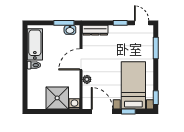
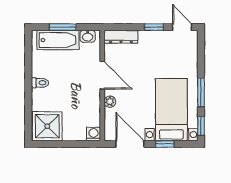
window: (64, 23) -> (63, 27), moved
bathtub: (35, 44) -> (58, 40), moved, turned 90
window: (156, 48) -> (201, 92), moved
door: (81, 59) -> (102, 75), swing flipped
shower: (57, 98) -> (47, 126), moved

